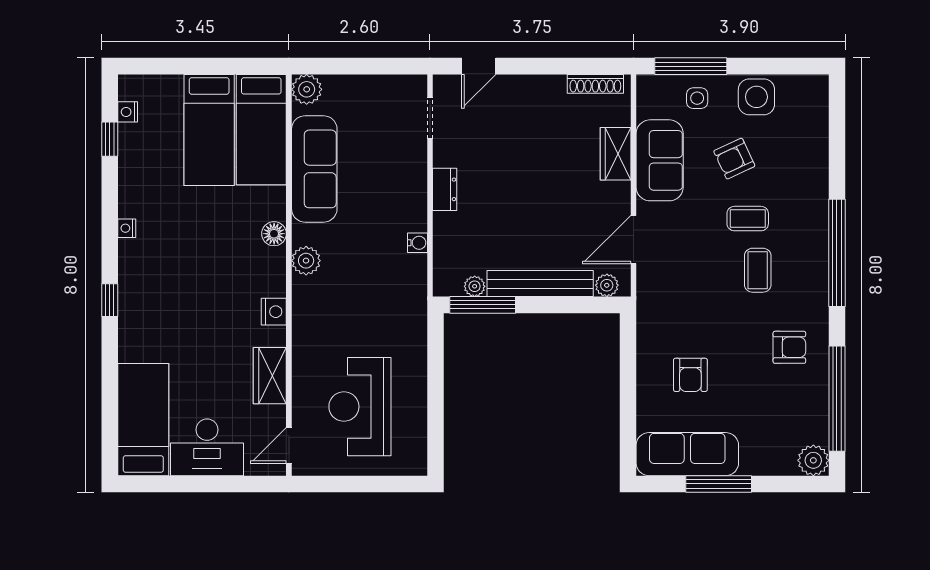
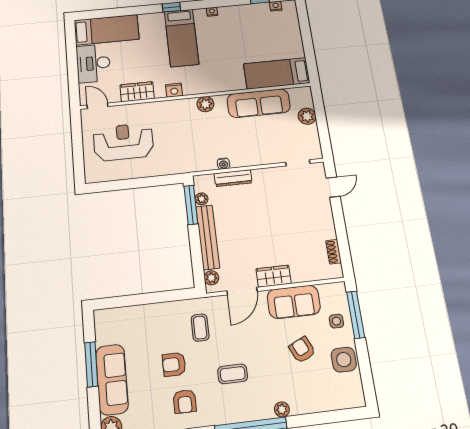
door: (479, 66) -> (333, 187), swing flipped
shoe rack: (595, 84) -> (334, 252), width x0.70
plant: (307, 89) -> (307, 116), moved
bed: (209, 130) -> (182, 38), moved, turned -90
wardrobe: (616, 154) -> (274, 276), moved
dresser: (445, 189) -> (233, 178), moved, width x1.44
plant: (818, 203) -> (282, 409), added
coffee table: (748, 219) -> (200, 328), moved
floor lamp: (274, 234) -> (219, 86), removed
door: (633, 239) -> (242, 291), swing flipped
armchair: (690, 375) -> (174, 364), moved
sofa: (687, 454) -> (112, 379), moved

